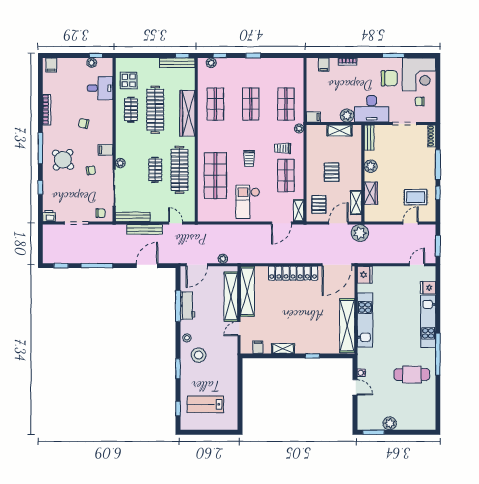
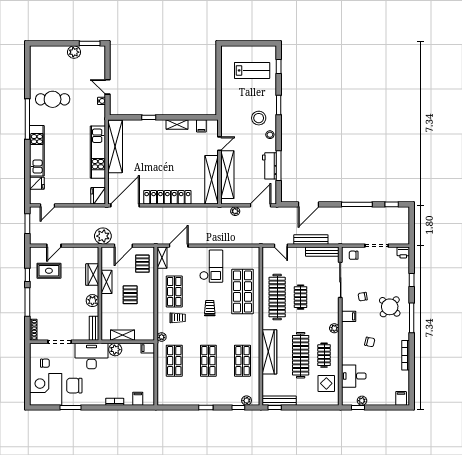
plant: (120, 163) -> (334, 328), moved
shelving: (356, 203) -> (107, 282), moved

